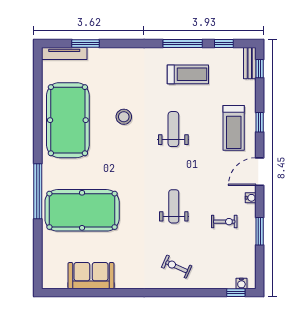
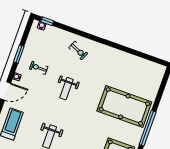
sofa: (91, 276) -> (133, 64), removed

